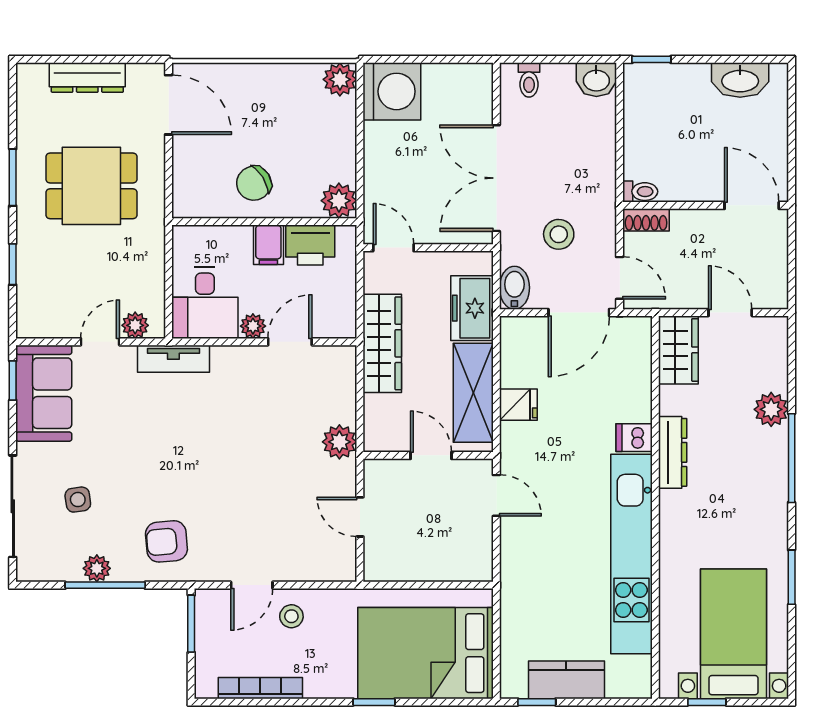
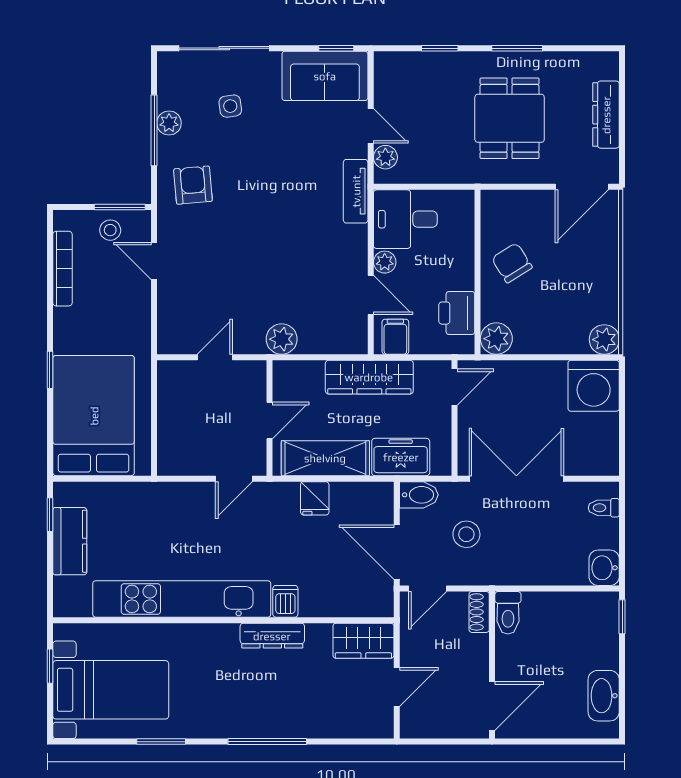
toilet: (640, 192) -> (508, 613), width x1.37, depth x1.39
filing cabinet: (268, 245) -> (395, 337), moved, turned 90
plant: (771, 409) -> (310, 723), removed
stool: (291, 616) -> (110, 230), moved

